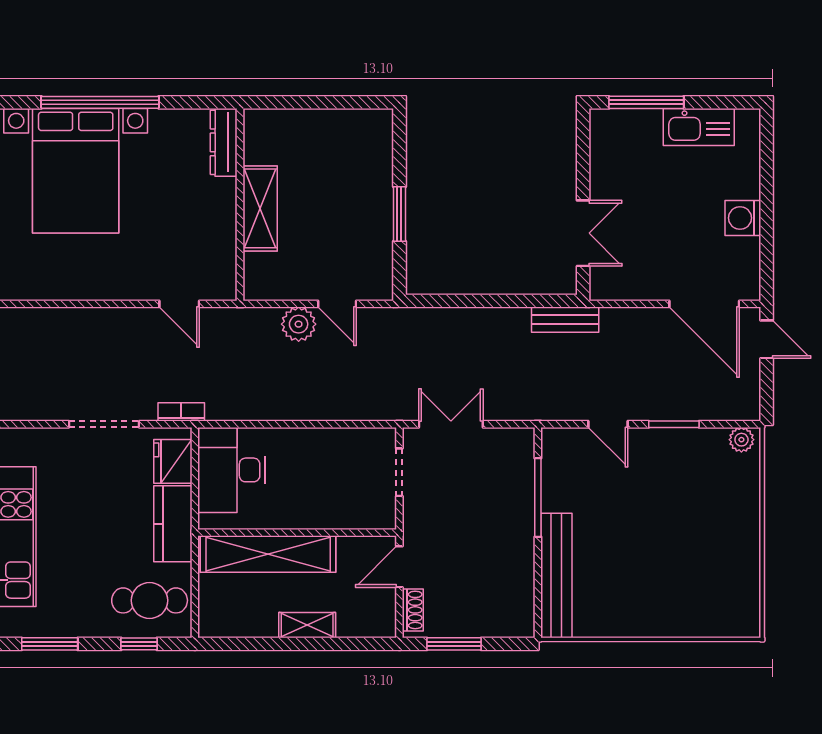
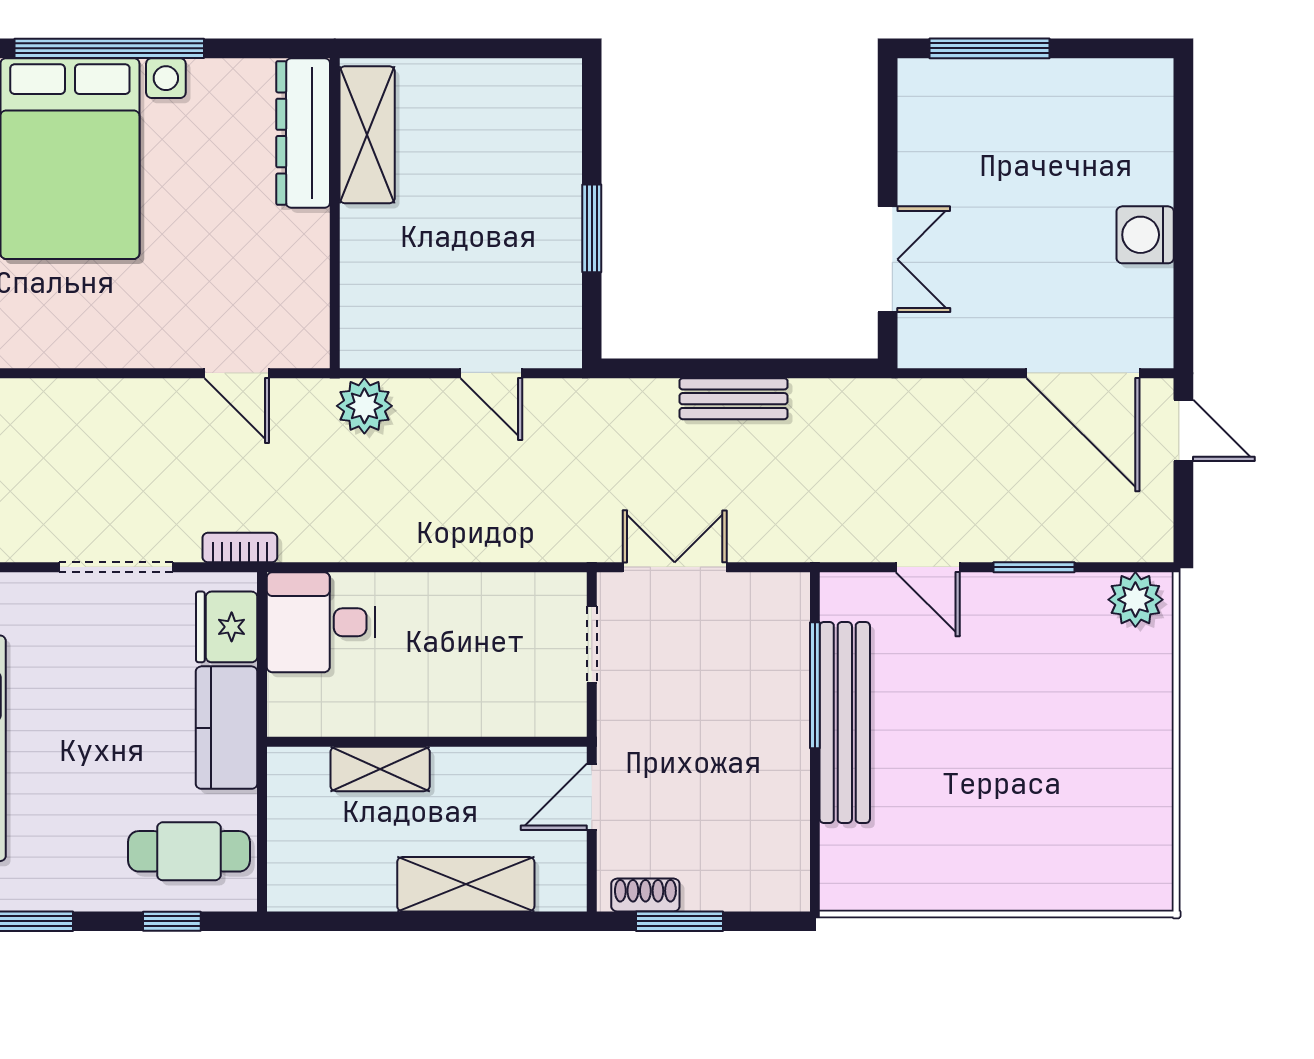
kitchen sink: (699, 127) -> (1074, 88), removed
dresser: (224, 142) -> (303, 133), width x1.37, depth x1.24
shelving: (260, 208) -> (367, 135), moved
bench: (565, 320) -> (734, 399), moved
plant: (299, 324) -> (364, 406), moved
plant: (741, 440) -> (1135, 600), width x1.38, depth x1.38
desk: (231, 470) -> (321, 622), width x0.73
shelving: (268, 554) -> (380, 769), width x0.45, depth x0.75
bench: (556, 575) -> (845, 723), moved
shoe rack: (413, 610) -> (645, 895), moved, turned -90
shelving: (307, 625) -> (466, 884), width x1.50, depth x1.33

